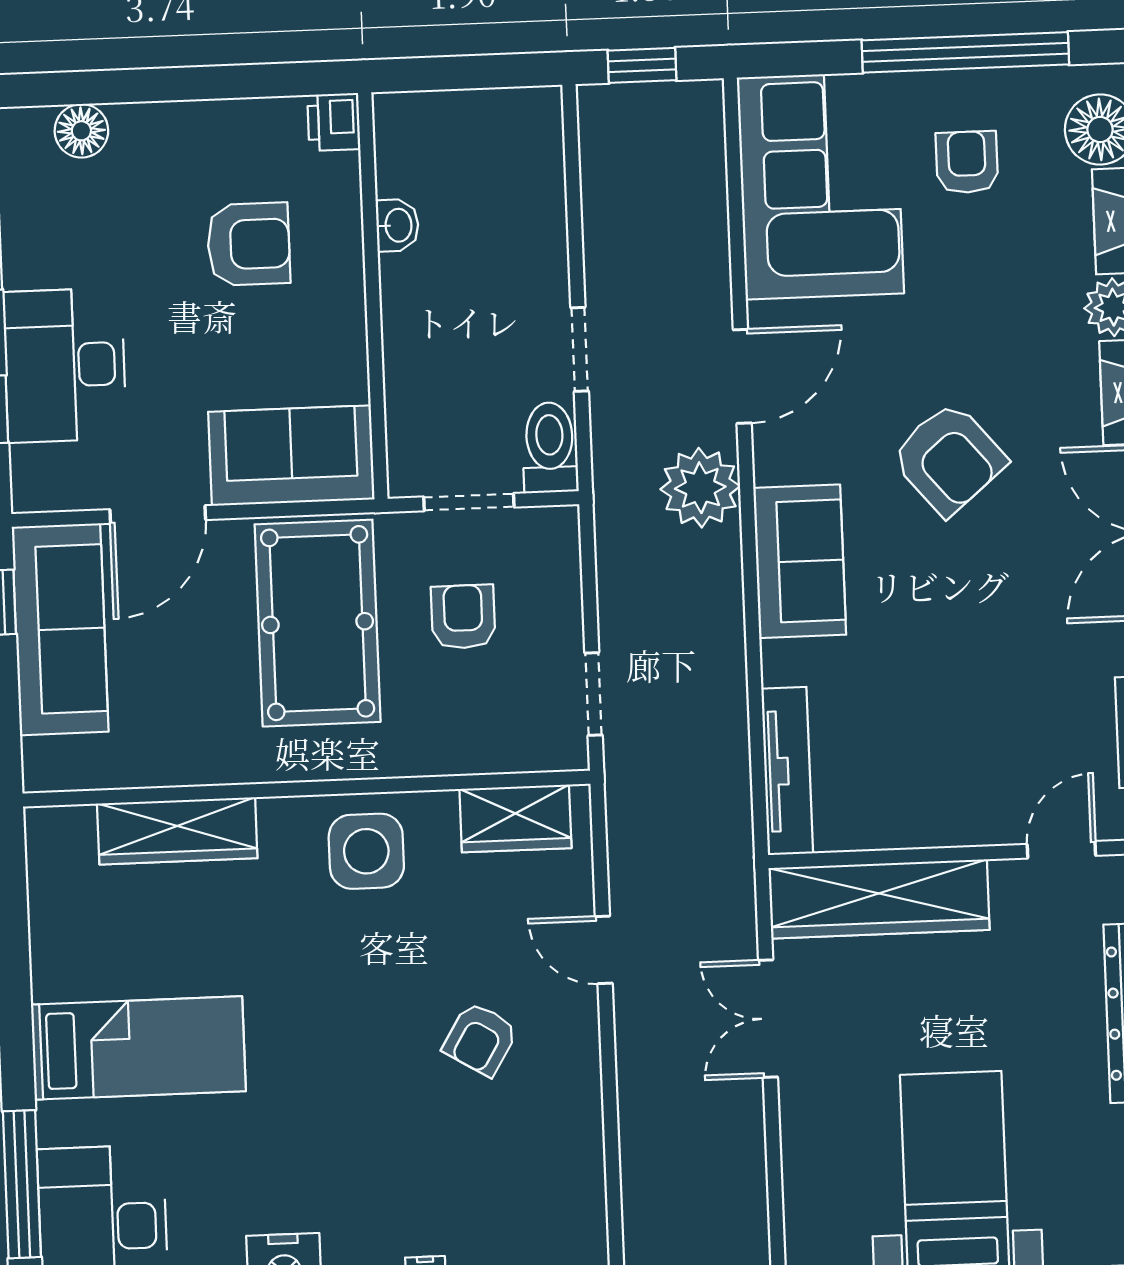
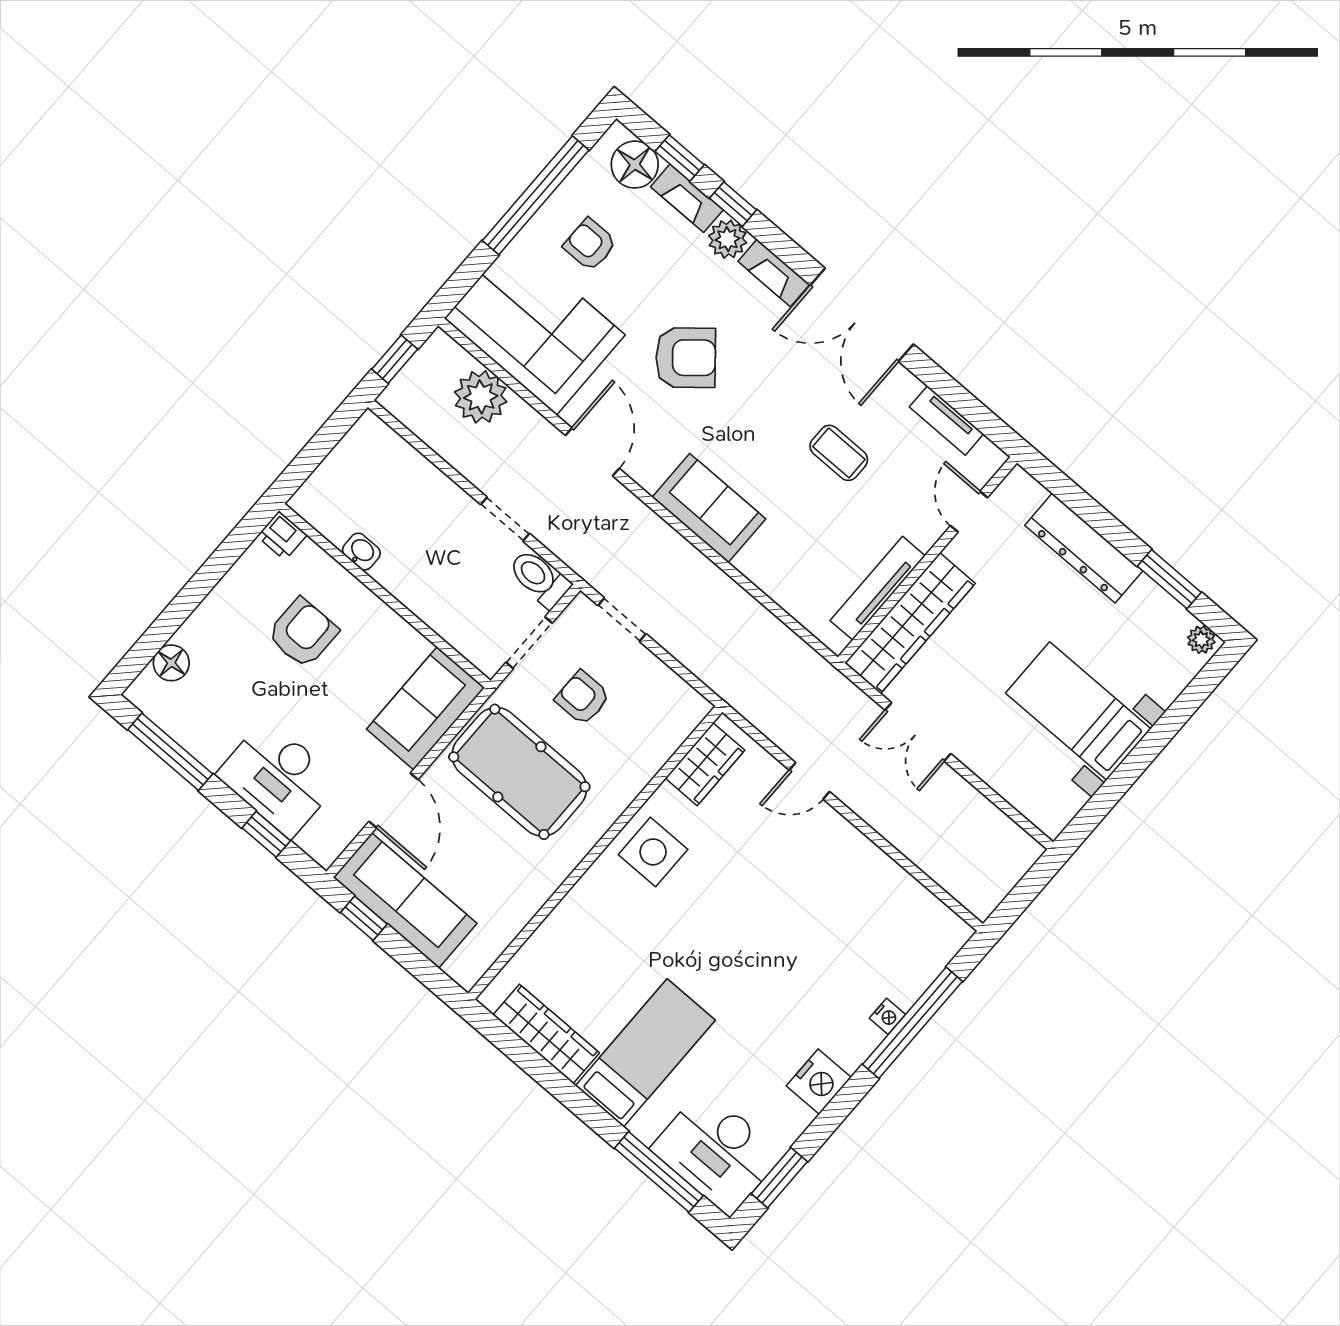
armchair: (949, 459) -> (686, 358), moved
plant: (700, 488) -> (481, 397), moved
coffee table: (993, 647) -> (839, 453), added
doorway: (593, 694) -> (622, 620), moved
tv unit: (787, 771) -> (878, 588), moved, turned -90
wardrobe: (177, 831) -> (546, 1034), moved, turned -90
armchair: (480, 1039) -> (797, 882), removed

